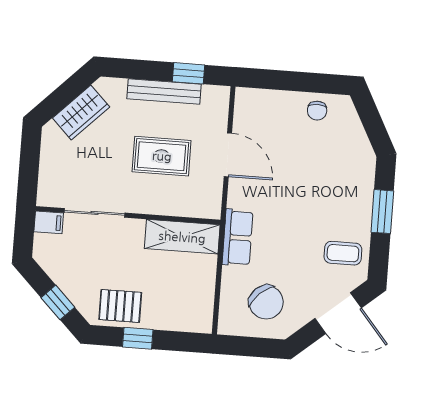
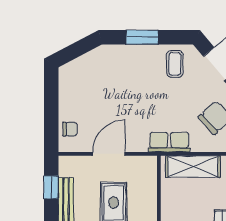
chair: (317, 111) -> (70, 129), moved
shelving: (182, 237) -> (193, 167), moved, turned 90

